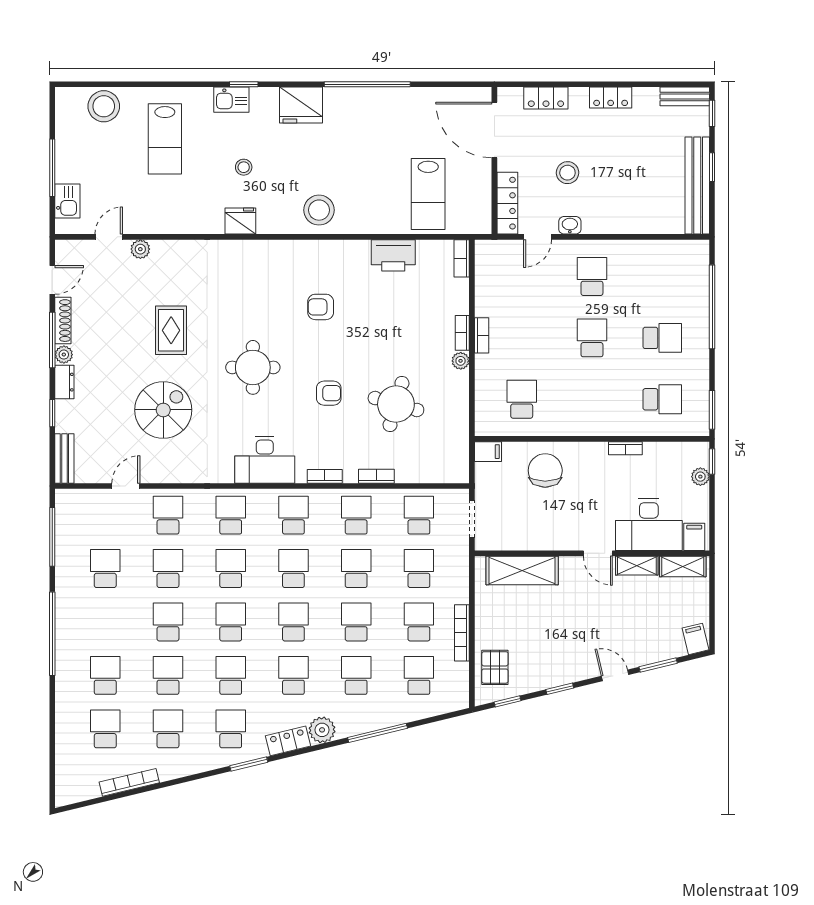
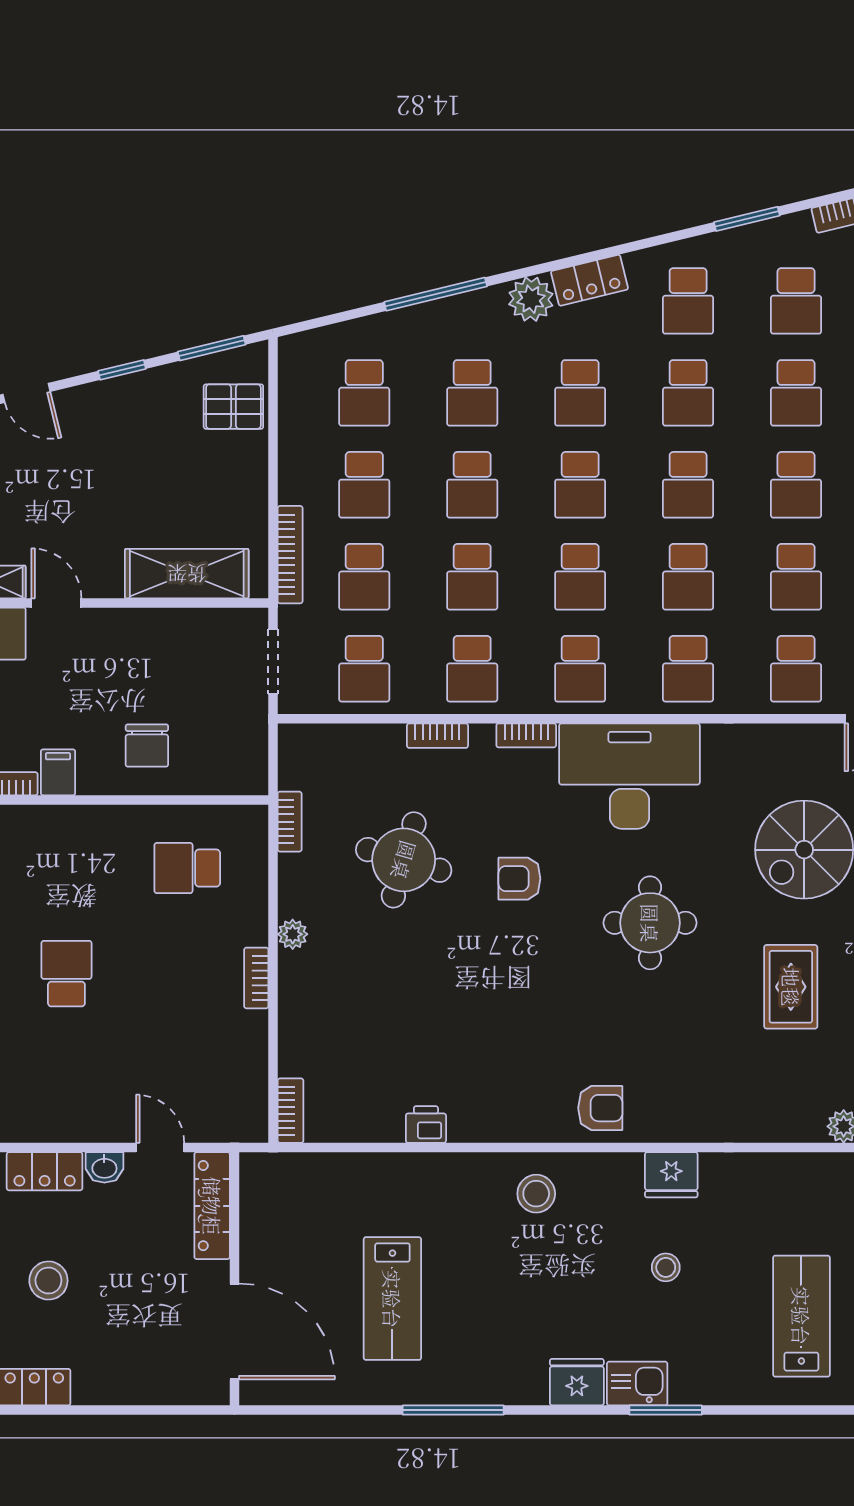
window: (244, 84) -> (666, 1410), width x1.50
window: (367, 84) -> (453, 1410), width x0.68
locker: (546, 98) -> (45, 1171), moved, turned 180
kitchen sink: (231, 100) -> (637, 1384), moved
fridge: (301, 105) -> (577, 1382), width x0.73, depth x0.75
stool: (567, 173) -> (48, 1281), moved
lab bench: (428, 194) -> (392, 1299), moved, turned 180
stool: (319, 210) -> (536, 1194), width x0.73, depth x0.73
door: (538, 237) -> (160, 1147), hinge flipped
printer: (393, 255) -> (426, 1124), width x0.53, depth x0.68
school desk: (592, 276) -> (66, 1079), removed
armchair: (321, 307) -> (600, 1108), moved
bookcase: (462, 333) -> (290, 822), moved
school desk: (592, 338) -> (66, 974), turned 180
school desk: (522, 399) -> (187, 868), turned 90
filing cabinet: (488, 452) -> (58, 772), moved, turned 90
desk: (265, 460) -> (630, 776), width x1.36, depth x1.30
chair: (545, 470) -> (147, 746), width x0.73, depth x0.73
bookcase: (462, 633) -> (290, 555), moved
pallet: (495, 667) -> (233, 407), turned 90
window: (508, 701) -> (212, 348), width x1.50
window: (249, 764) -> (747, 219), moved

